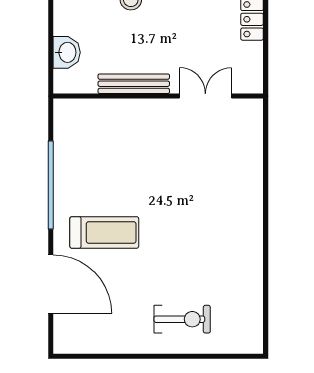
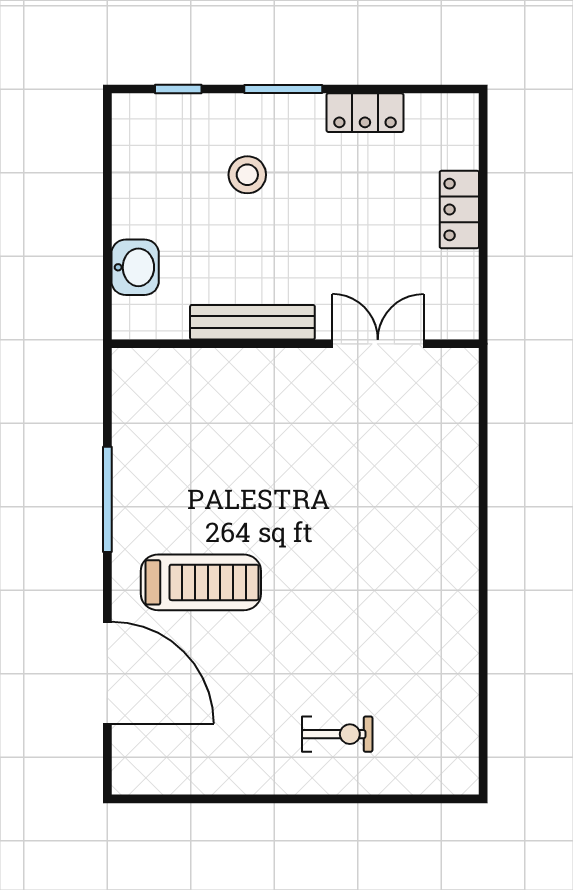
window: (51, 185) -> (107, 499), width x0.68
exercise bike: (182, 319) -> (337, 734), width x0.73, depth x0.72

